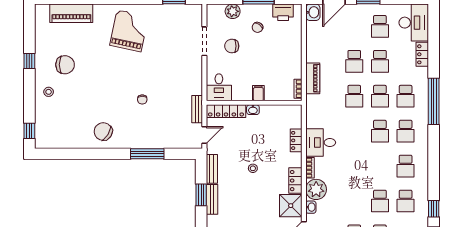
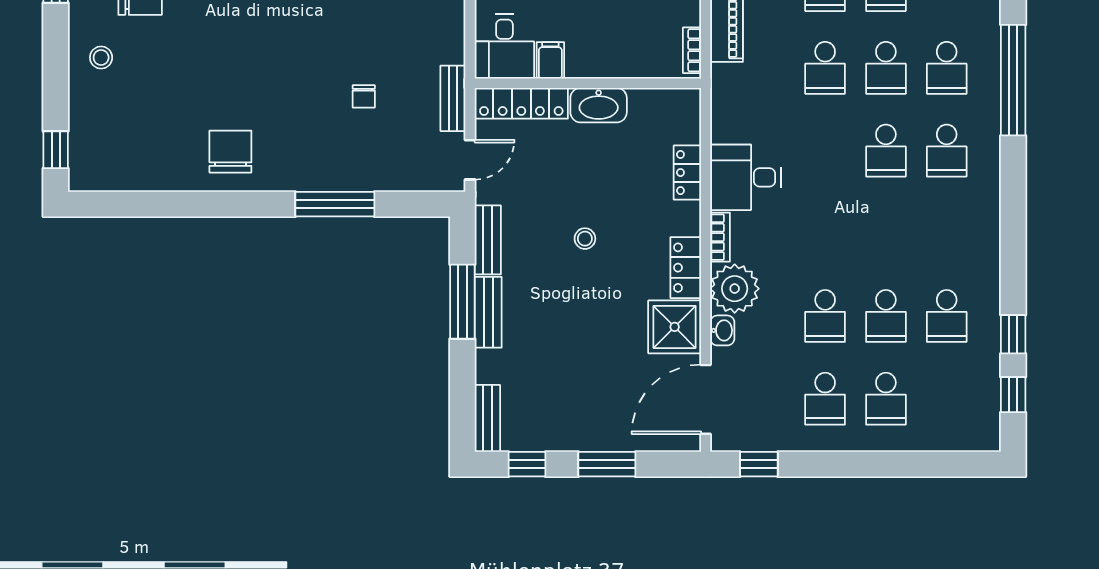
filing cabinet: (258, 93) -> (550, 60), moved
chair: (142, 99) -> (364, 96), moved
washbasin: (253, 110) -> (599, 105), width x1.91, depth x1.45
chair: (103, 132) -> (230, 152), turned 59
school desk: (406, 166) -> (825, 316), moved
window: (201, 195) -> (462, 302), width x1.44

